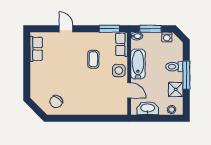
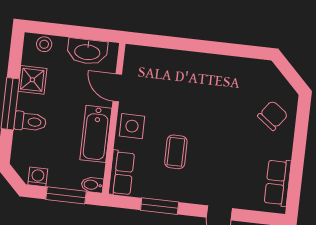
window: (109, 29) -> (160, 206), moved
chair: (56, 102) -> (273, 116), moved

